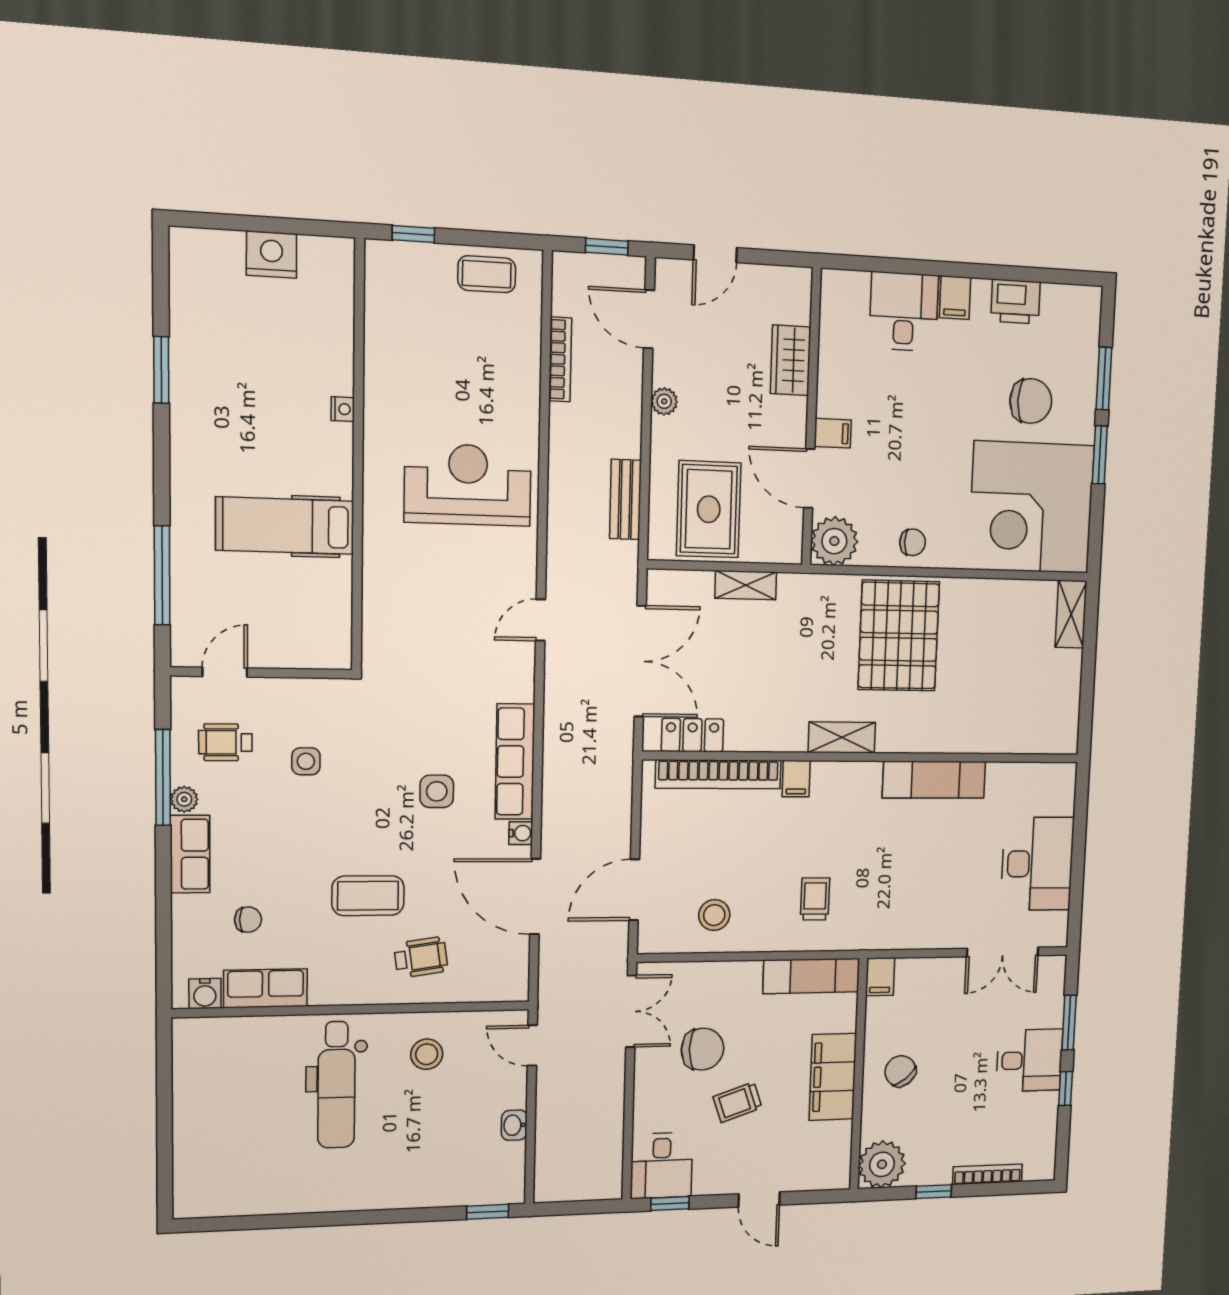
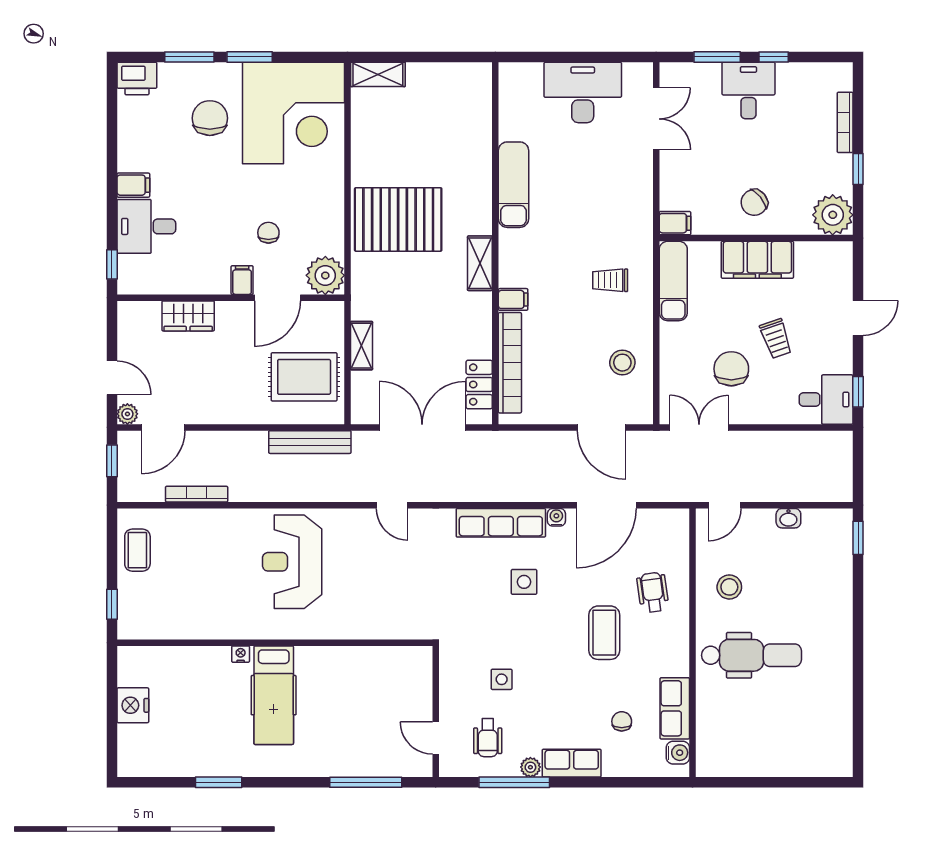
window: (859, 263) -> (112, 264), added
printer: (1016, 302) -> (137, 79), moved, turned 90
plant: (664, 401) -> (127, 414), moved
bench: (625, 499) -> (310, 442), width x1.36
hospital bed: (285, 526) -> (274, 695), moved
chair: (913, 542) -> (268, 233), moved

